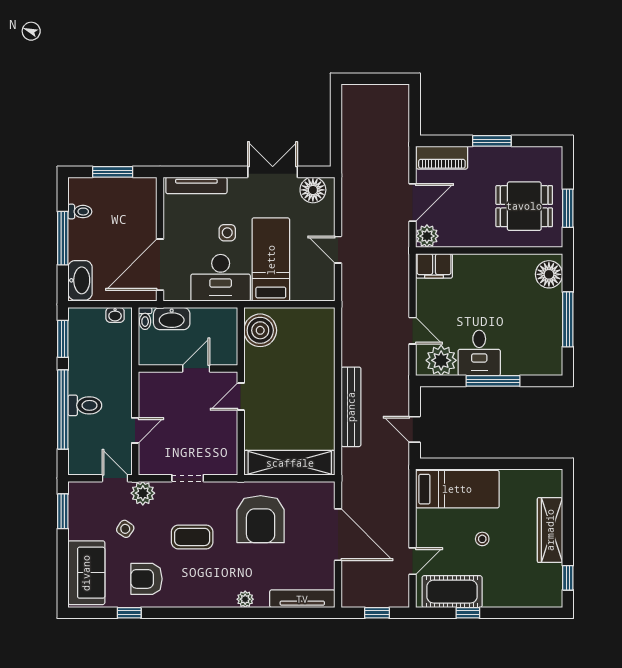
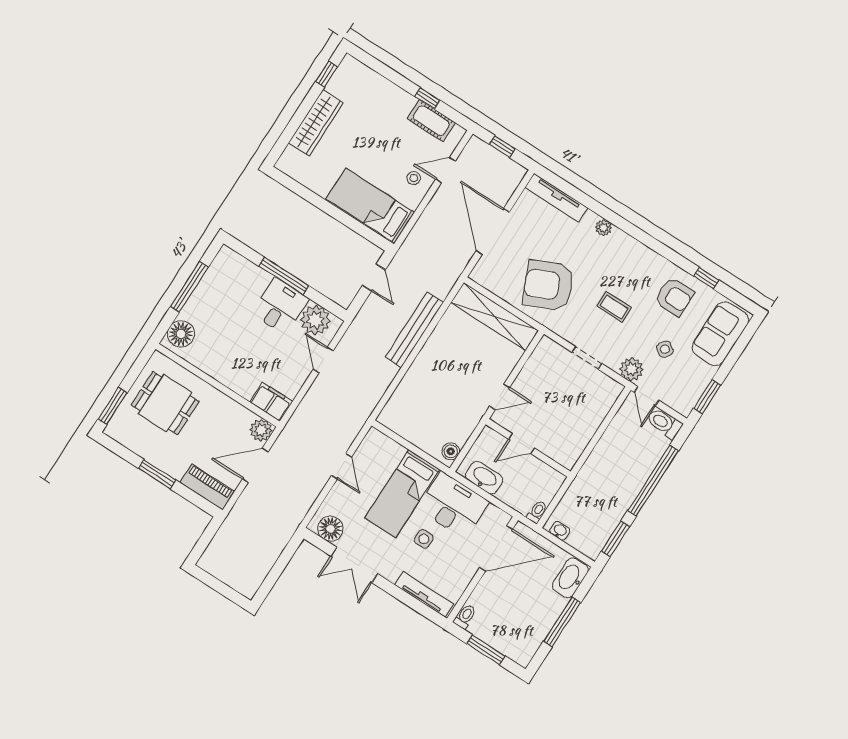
window: (568, 208) -> (113, 406), moved
toilet: (80, 212) -> (465, 617), moved, turned 90
washbasin: (172, 319) -> (484, 478), moved
boiler: (260, 330) -> (451, 451), width x0.54, depth x0.54
toilet: (85, 405) -> (664, 423), moved
door: (135, 430) -> (605, 425), removed
armchair: (261, 519) -> (548, 285), turned -114
coffee table: (192, 537) -> (614, 307), width x0.73, depth x0.77
stool: (482, 539) -> (414, 178), moved
cot: (452, 592) -> (431, 121), width x0.73, depth x0.75

